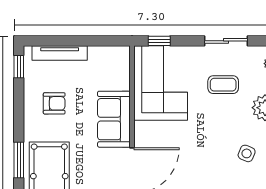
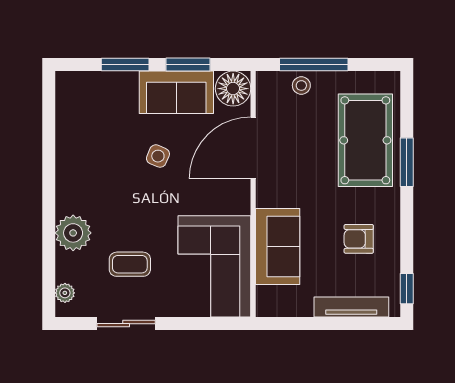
window: (159, 41) -> (216, 324), removed
sofa: (114, 119) -> (278, 247), moved
side table: (247, 153) -> (158, 156), moved

